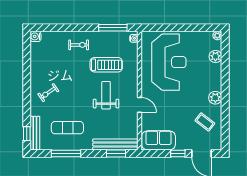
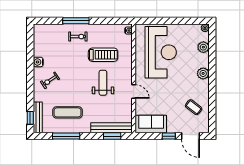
window: (113, 28) -> (76, 21), moved
water cooler: (35, 36) -> (38, 62), moved
plant: (215, 98) -> (203, 73), moved

